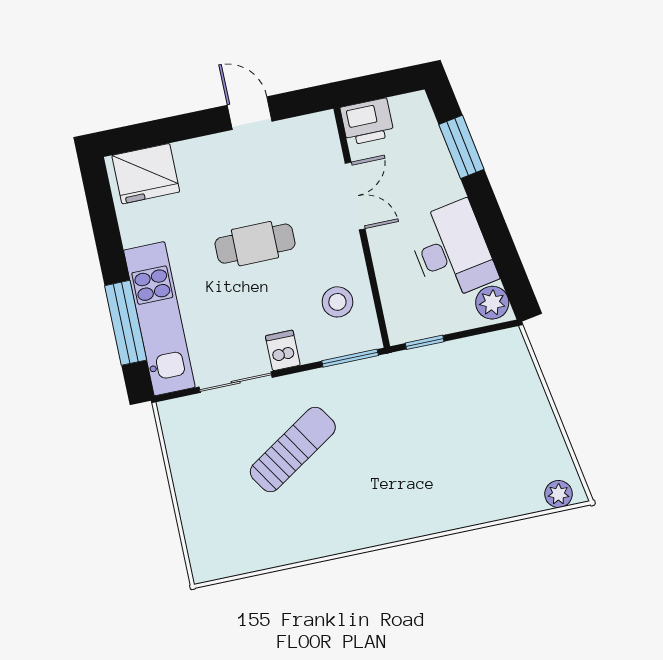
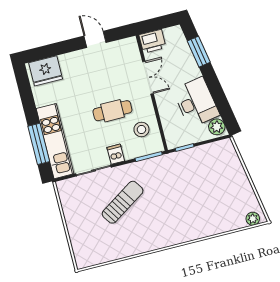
cafe table: (255, 244) -> (112, 111), moved

